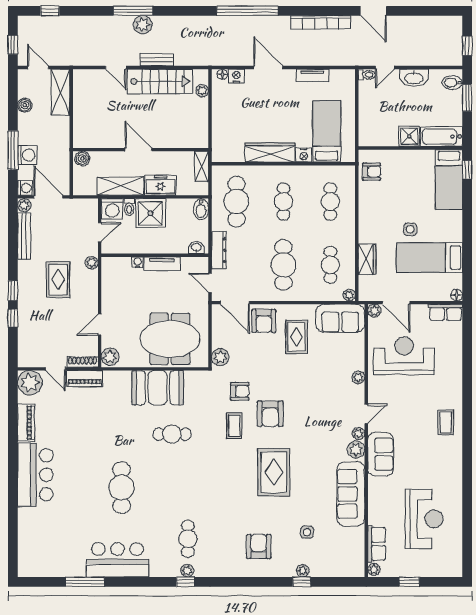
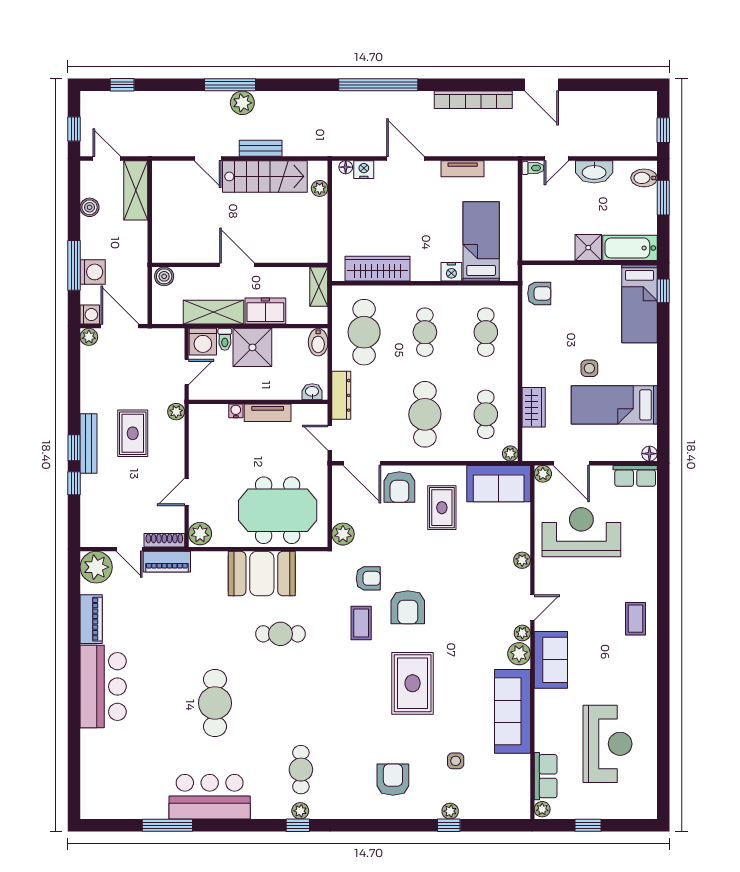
wardrobe: (270, 153) -> (377, 269), moved
bench: (24, 236) -> (89, 444), moved

